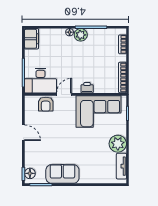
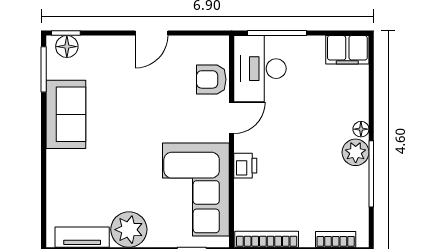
door: (64, 94) -> (232, 118), hinge flipped

